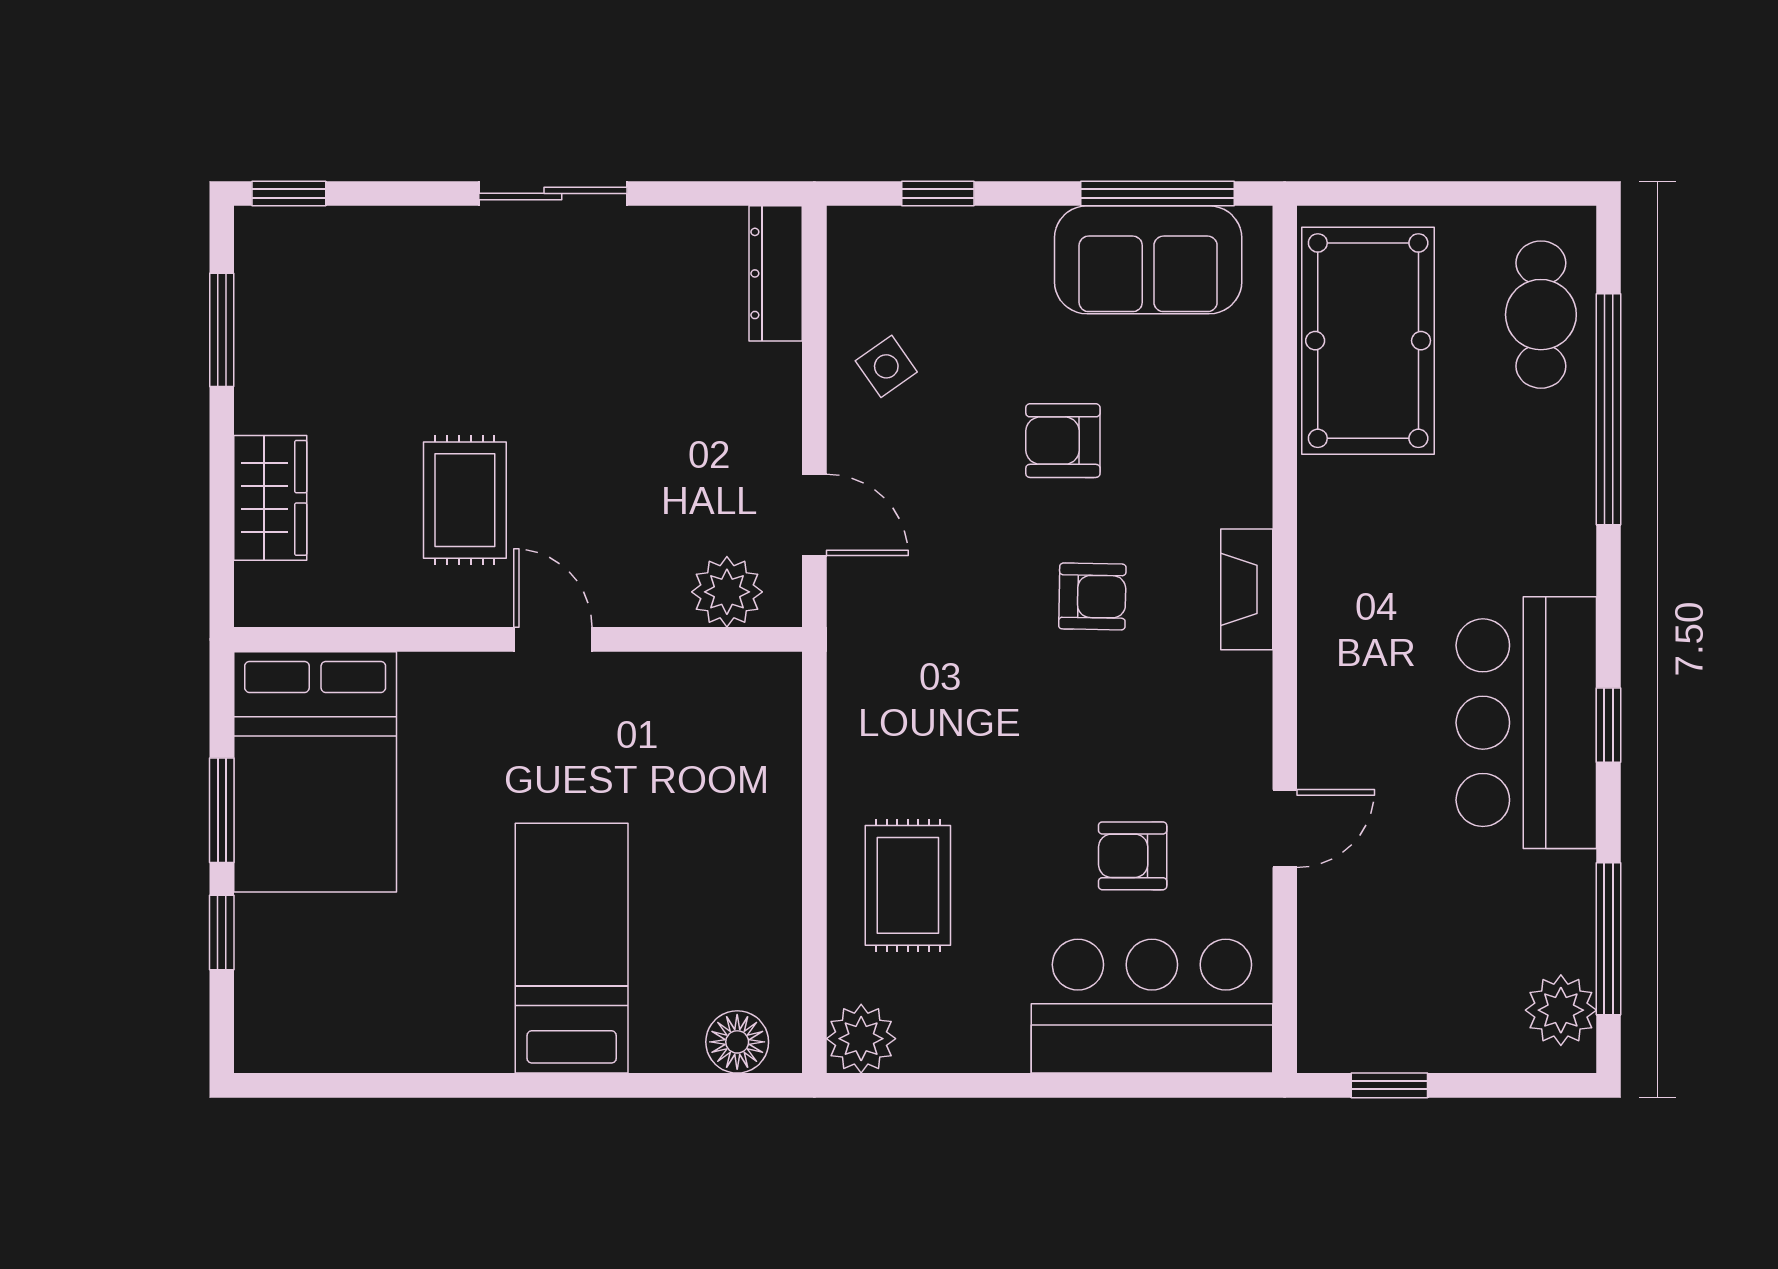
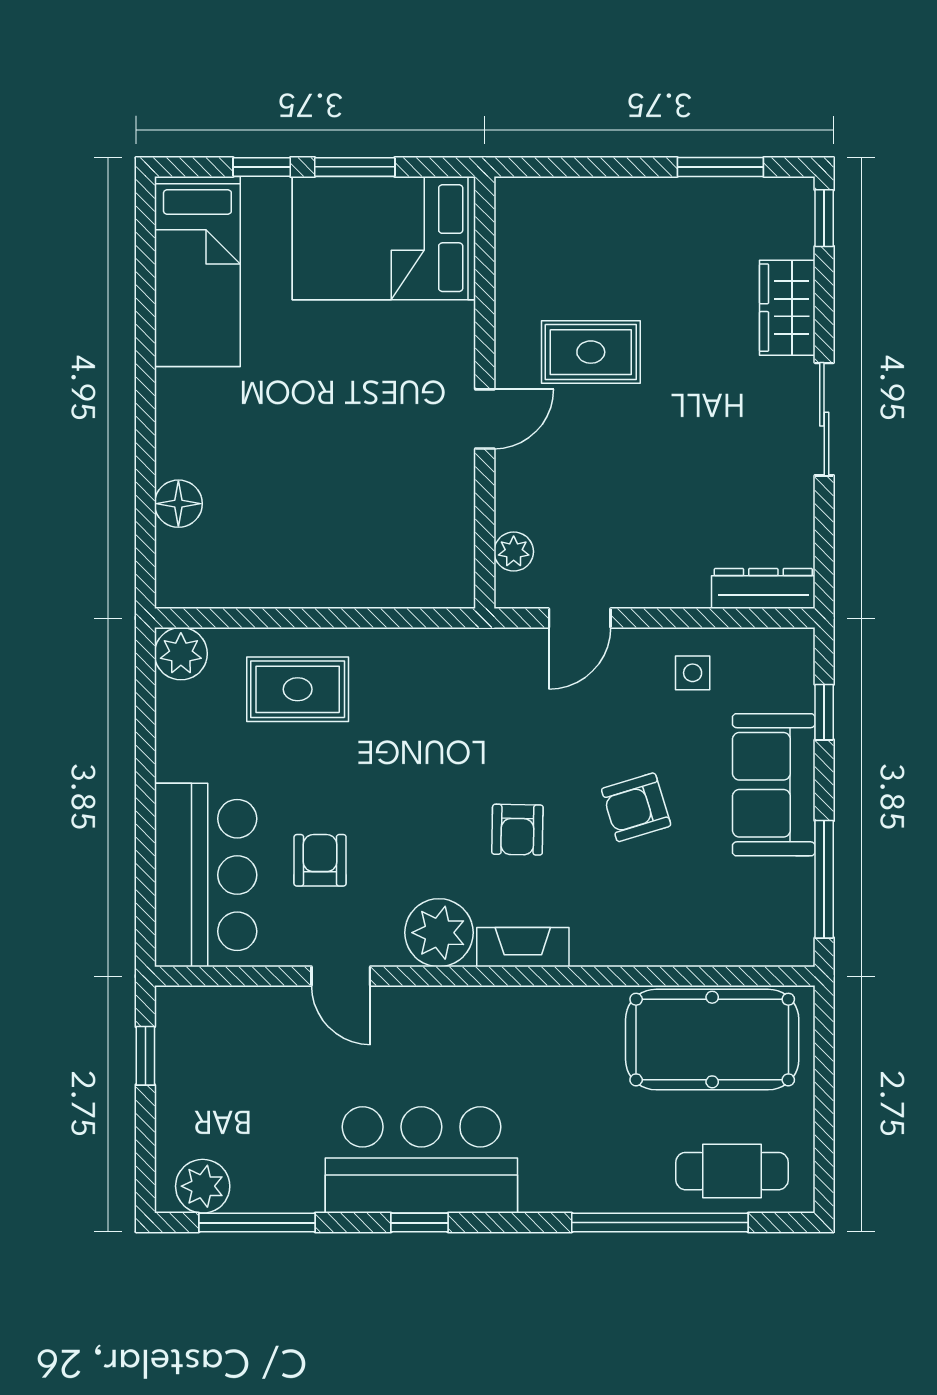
sofa: (1148, 260) -> (774, 785), moved
side table: (886, 366) -> (693, 673), turned 35
armchair: (1063, 441) -> (636, 807), turned -107
wardrobe: (270, 498) -> (787, 308), moved, turned 90
plant: (727, 592) -> (514, 552), width x0.73, depth x0.73
plant: (1228, 700) -> (439, 933), added
bed: (572, 948) -> (197, 271), moved, turned 90
floor lamp: (737, 1042) -> (178, 504), moved

